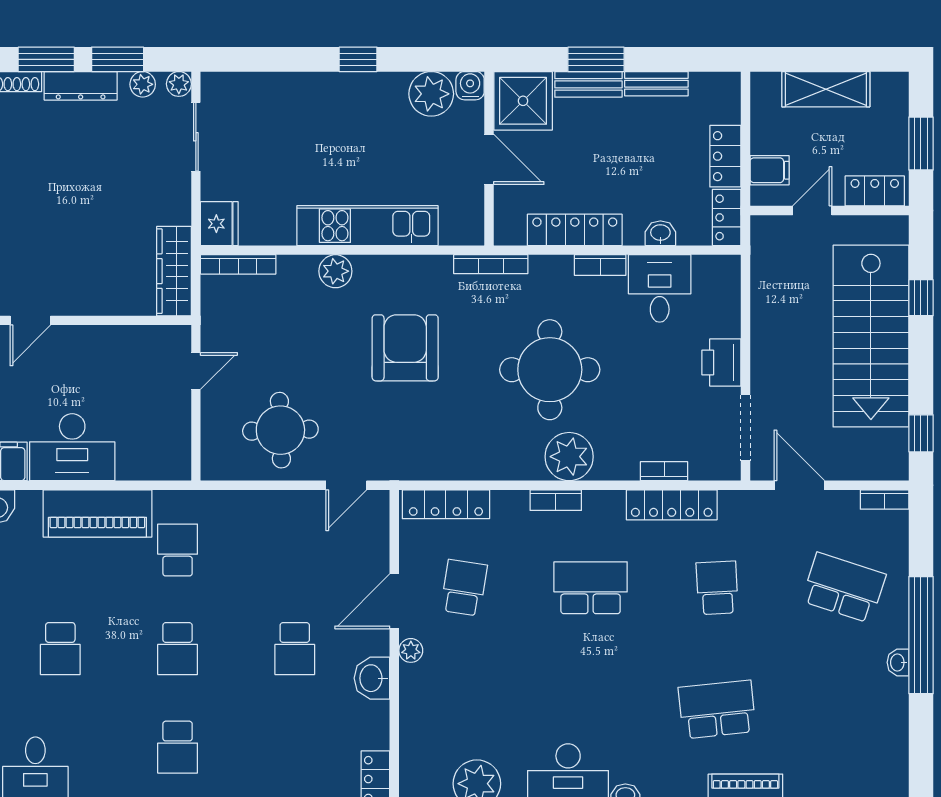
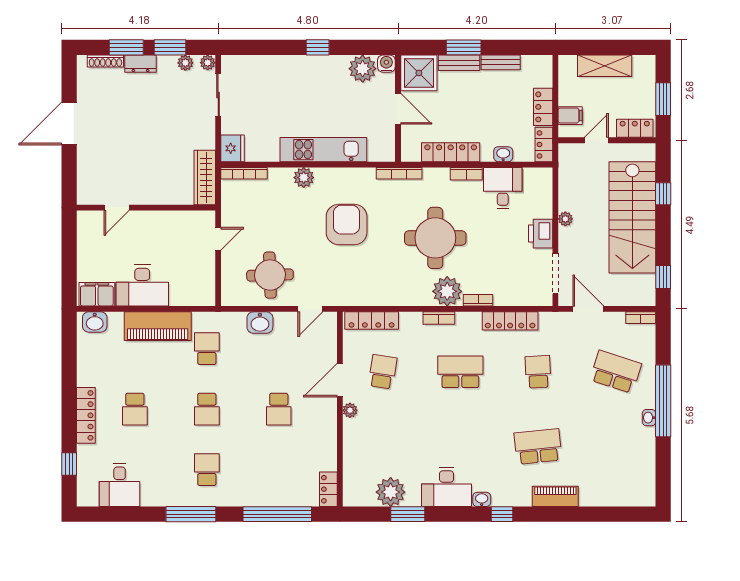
dresser: (81, 86) -> (141, 64), width x0.70
plant: (762, 339) -> (565, 219), added
bookcase: (664, 471) -> (478, 300), moved
washbasin: (372, 678) -> (260, 323), moved, turned -90
school desk: (178, 747) -> (207, 470), turned 180

